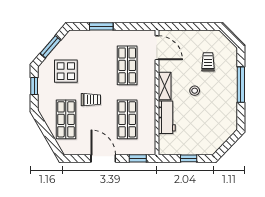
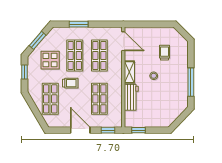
shop shelf: (97, 65) -> (75, 55), added
window: (241, 85) -> (191, 82), moved
window: (189, 158) -> (138, 130), moved

